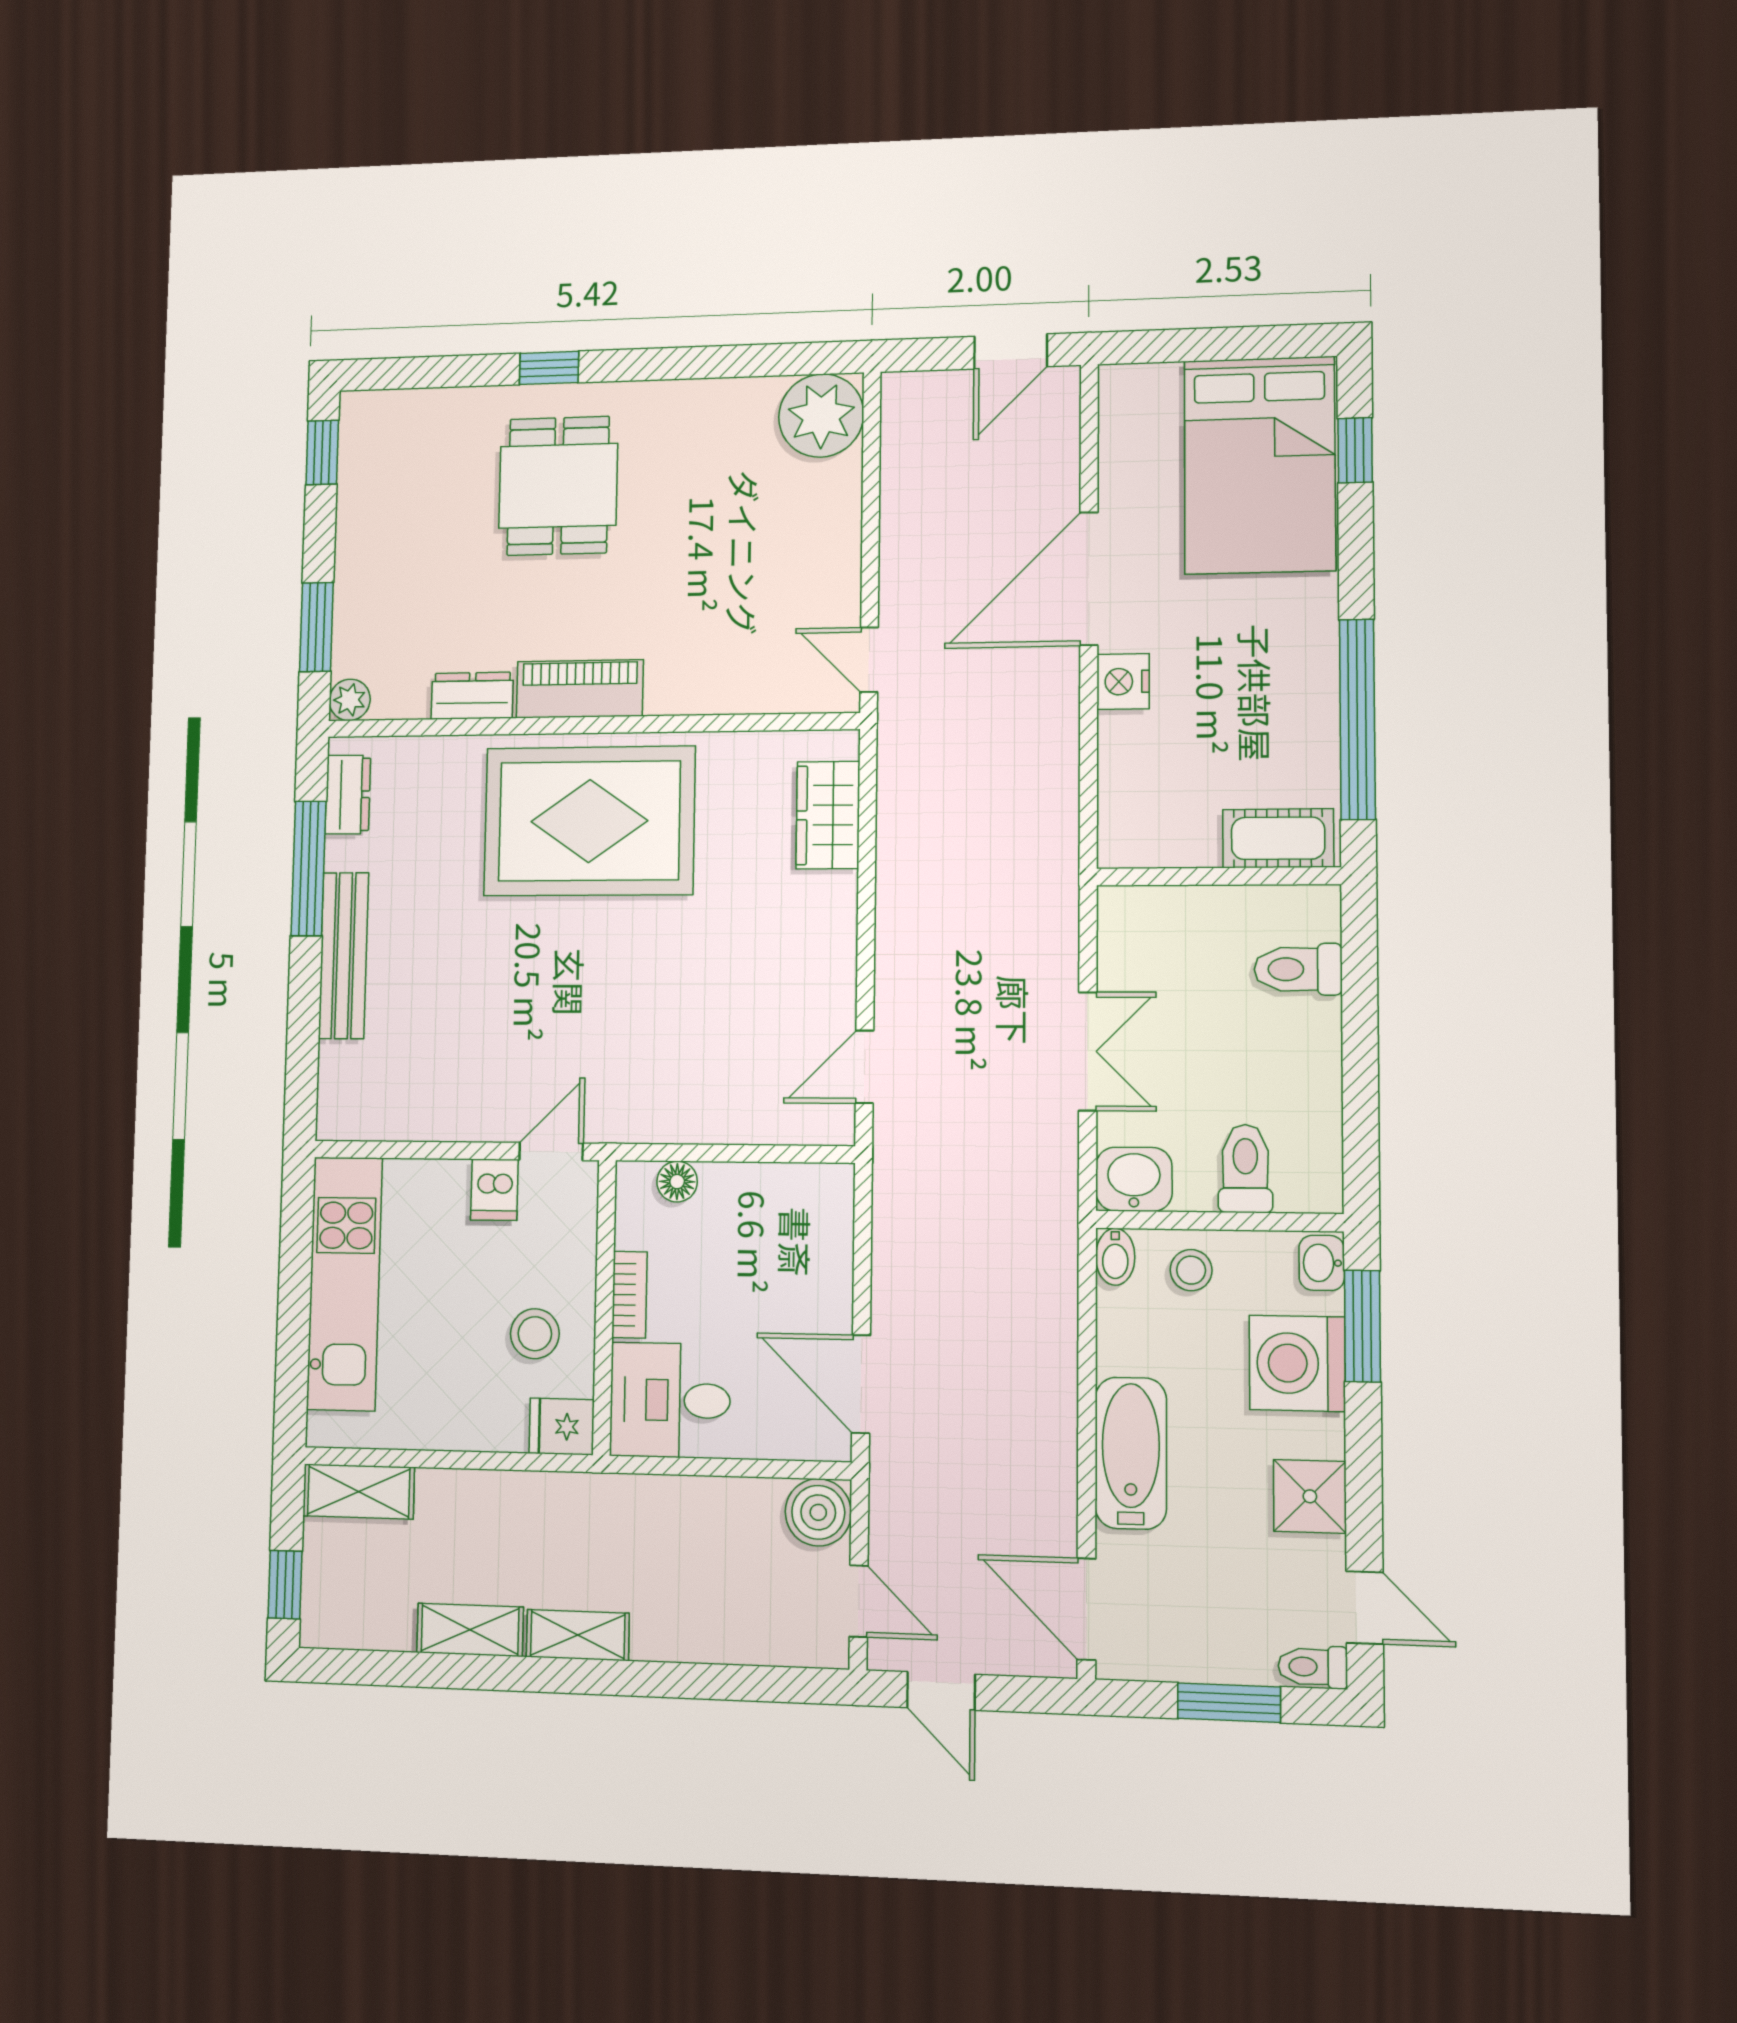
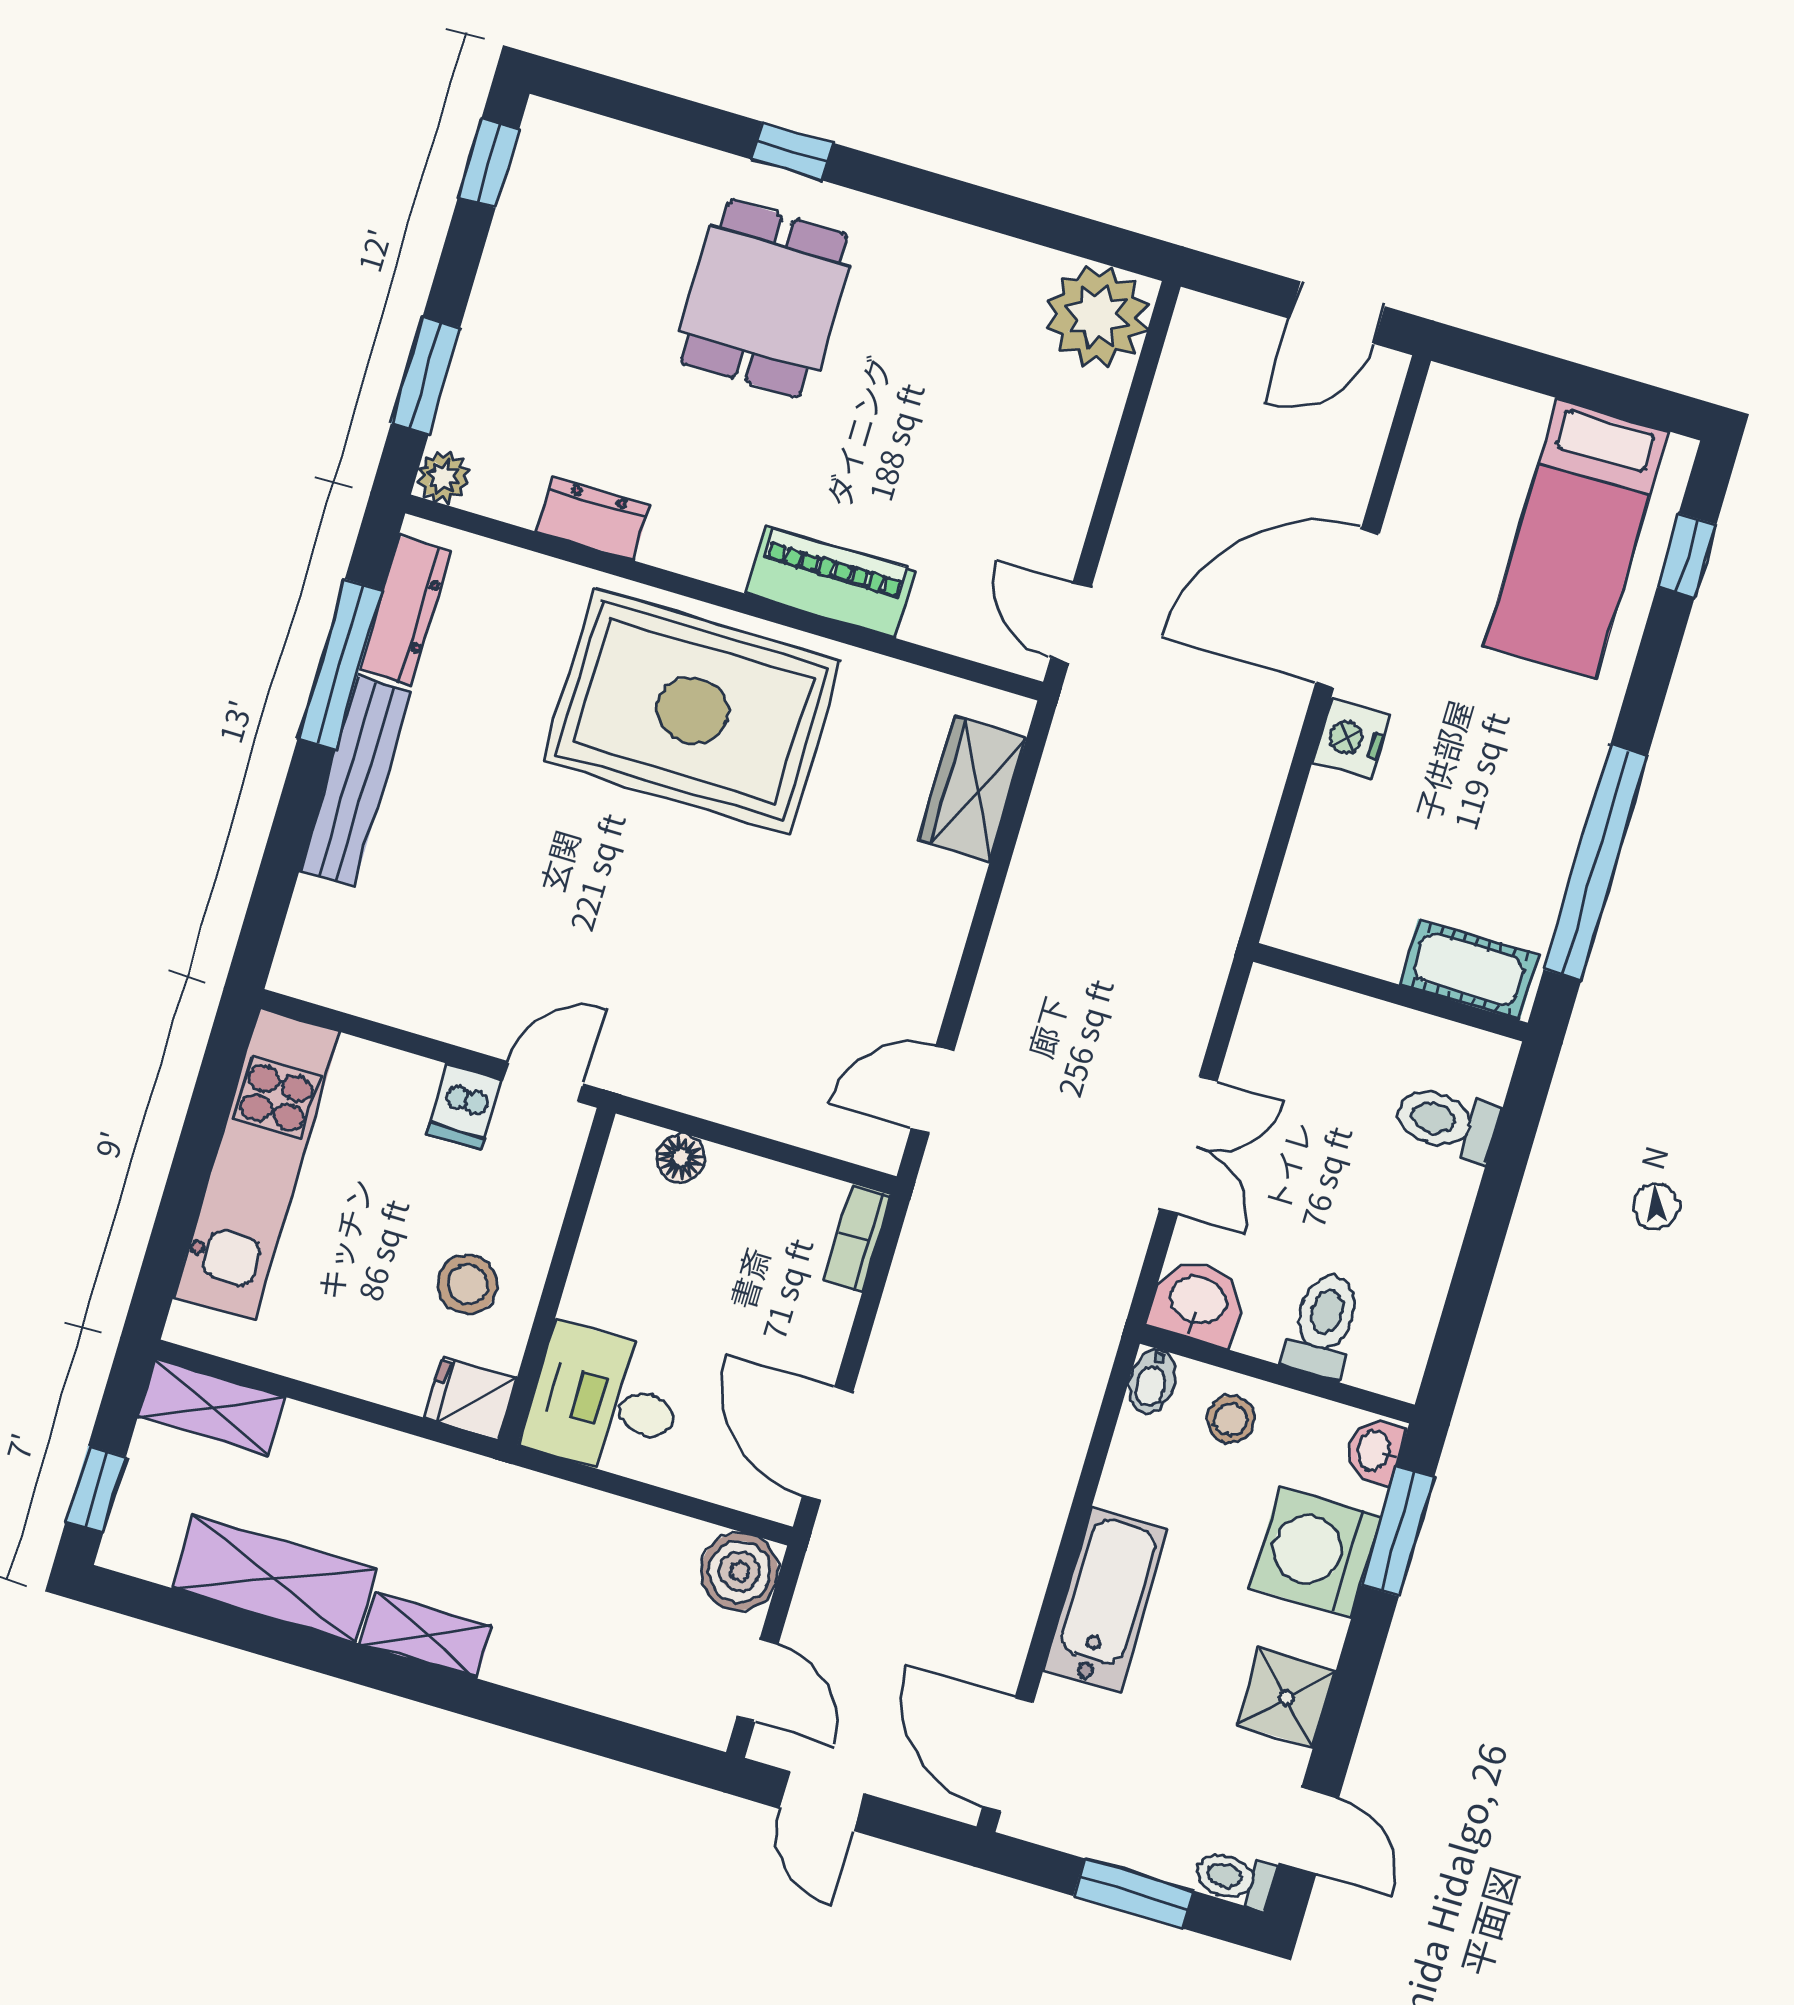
bed: (1260, 465) -> (1577, 539), width x0.67
piano: (580, 689) -> (831, 582), moved
dresser: (348, 795) -> (405, 611), width x1.44
bookcase: (629, 1295) -> (857, 1238), moved, turned 180
shelving: (470, 1630) -> (274, 1579), width x1.50, depth x1.33

